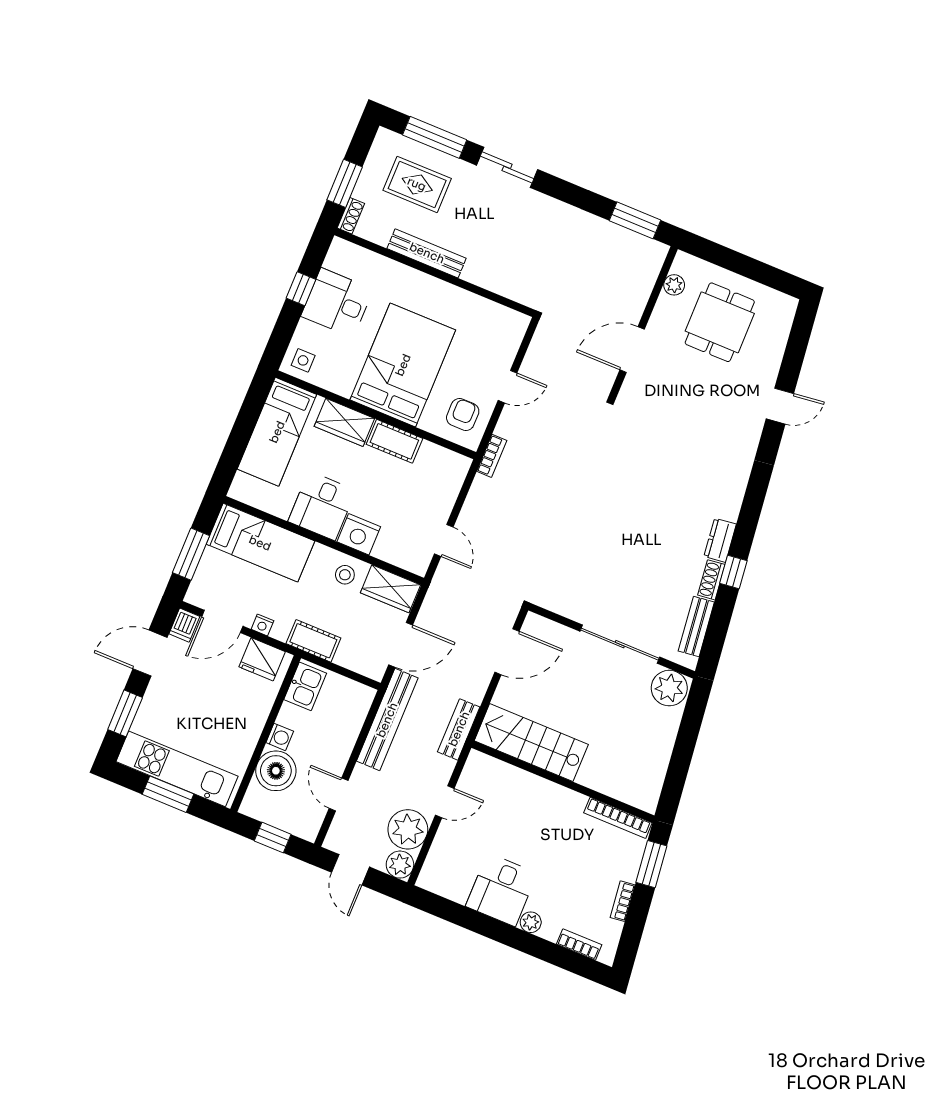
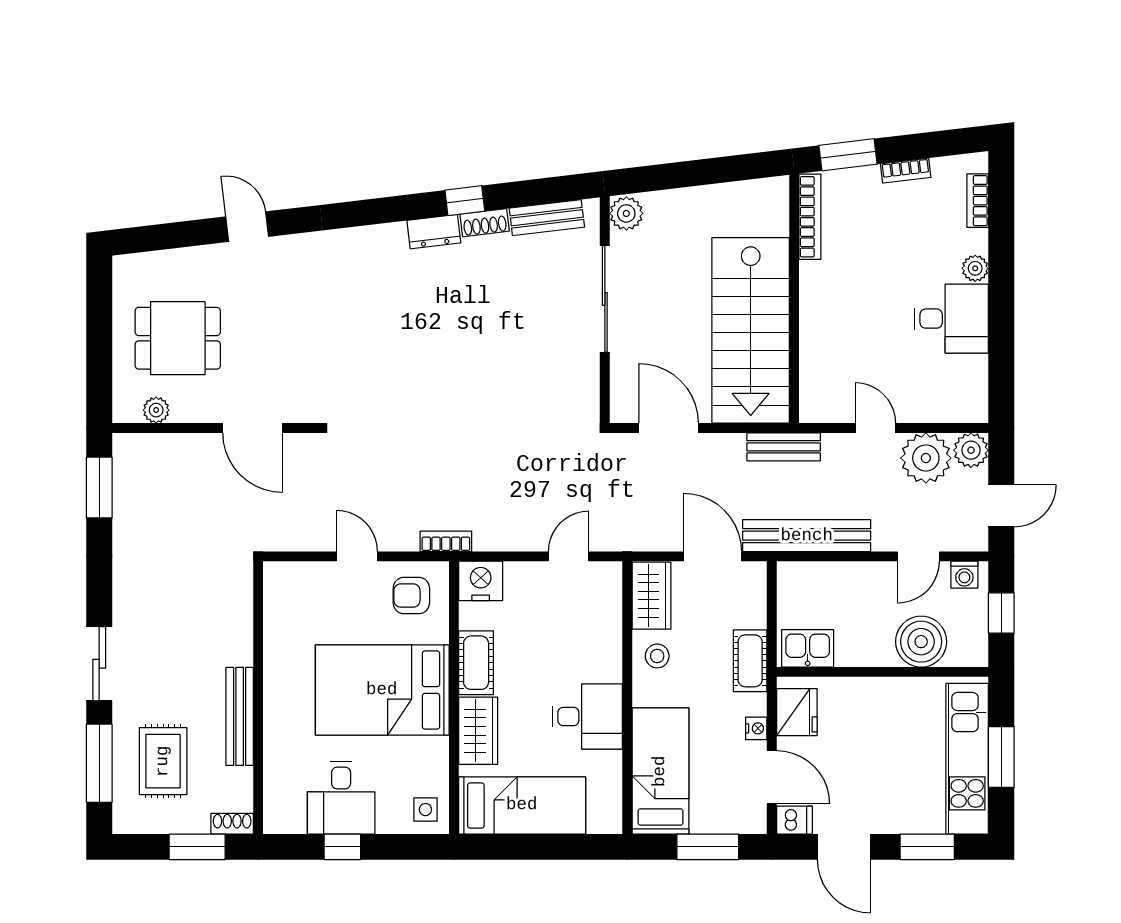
nightstand: (359, 534) -> (481, 581), moved, turned -90
plant: (669, 688) -> (626, 213), width x0.73, depth x0.73
washing machine: (280, 737) -> (964, 575), moved, turned 180
stairs: (531, 743) -> (751, 330), width x1.36, depth x1.51

